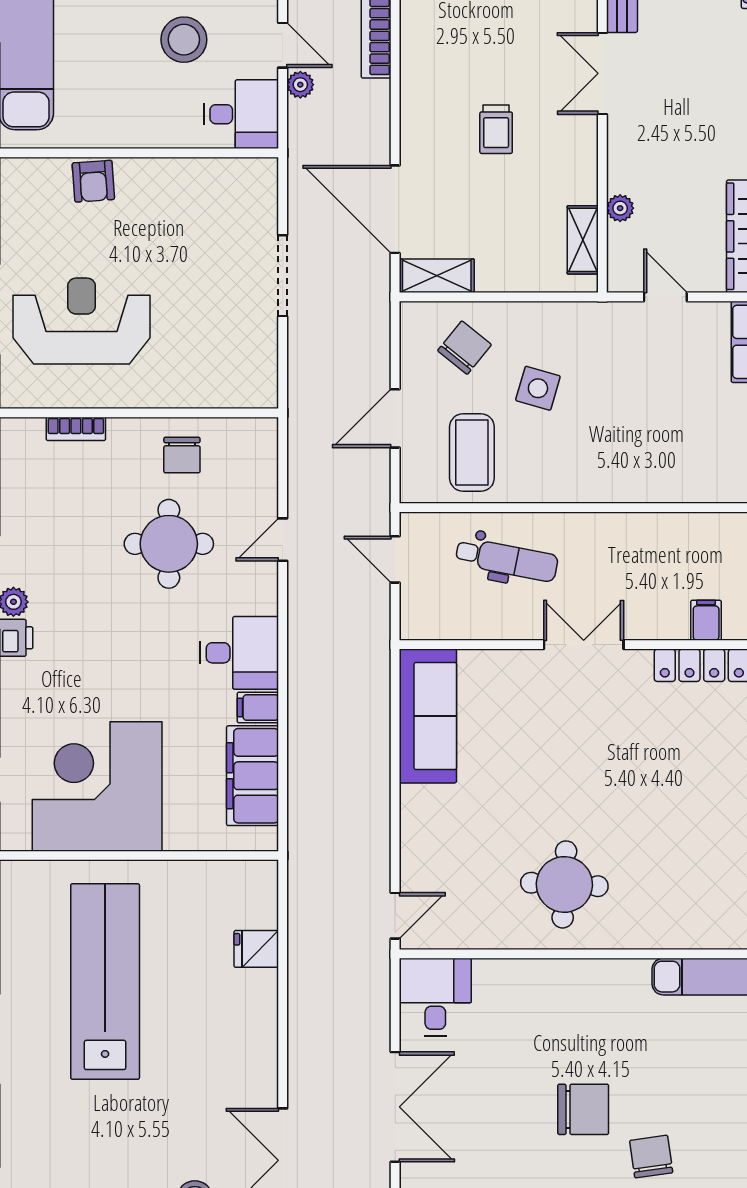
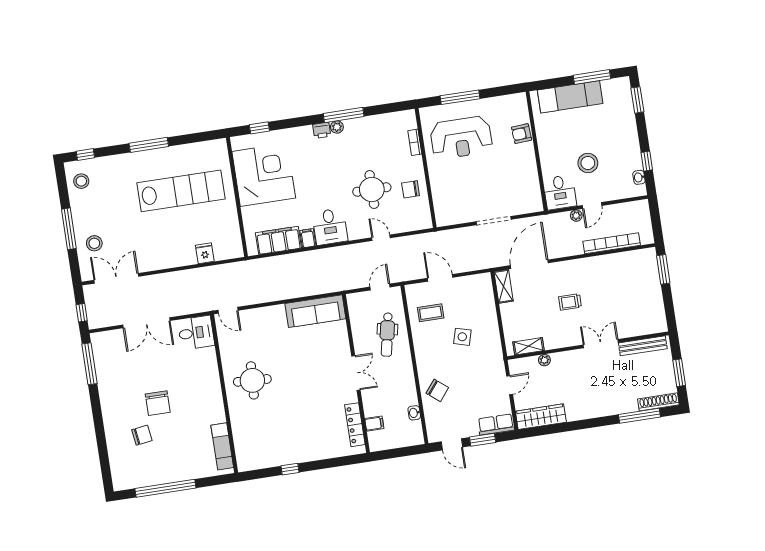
reception desk: (81, 321) -> (461, 138), turned 90
chair: (464, 348) -> (437, 390), moved
coffee table: (472, 453) -> (431, 313), width x0.73, depth x0.77
washbasin: (695, 525) -> (414, 413), added

